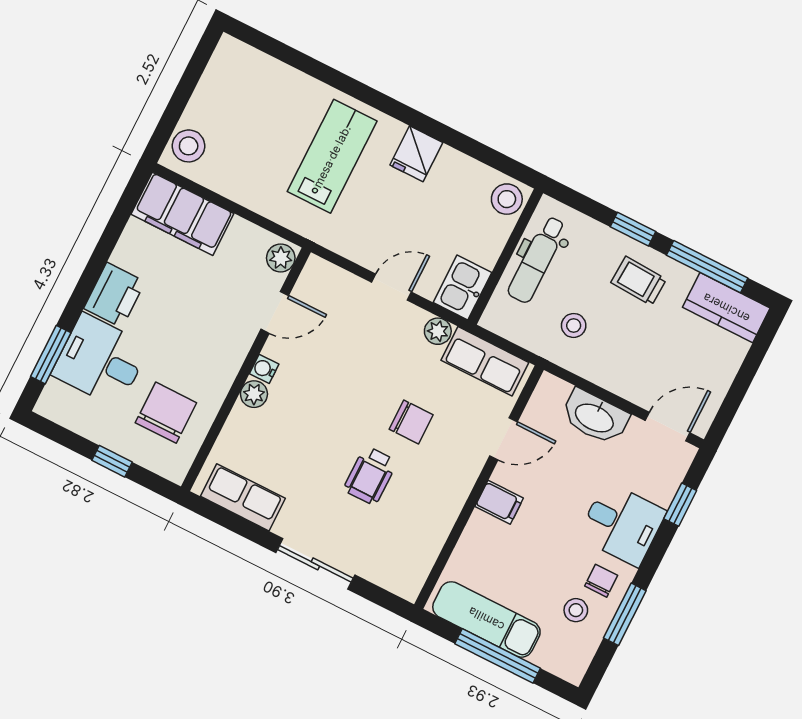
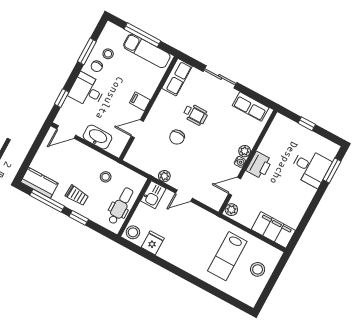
stool: (189, 146) -> (258, 269), moved
fridge: (416, 154) -> (153, 243), moved
lab bench: (332, 156) -> (227, 256), moved
printer: (114, 295) -> (259, 165), moved, turned 180
row of seats: (485, 361) -> (177, 77), moved, turned 90
chair: (166, 413) -> (283, 144), removed
chair: (411, 422) -> (177, 137), turned -90
wheelchair: (370, 476) -> (195, 114), turned 90

